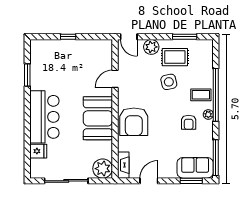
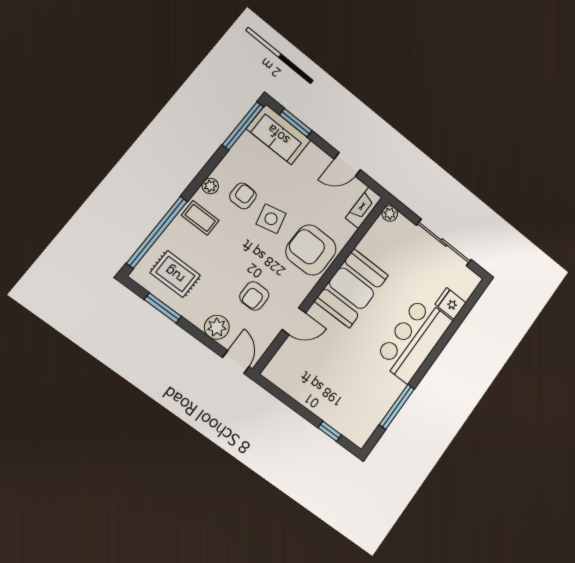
window: (68, 37) -> (330, 431), moved
rug: (175, 57) -> (175, 274), moved
window: (27, 75) -> (397, 407), width x1.44
armchair: (145, 76) -> (254, 296), added
side table: (169, 82) -> (271, 219), moved
window: (216, 95) -> (157, 232), moved
armchair: (134, 122) -> (311, 250), turned -90
plant: (103, 169) -> (390, 213), width x0.53, depth x0.53

